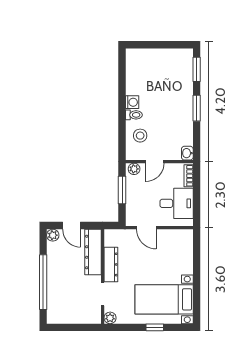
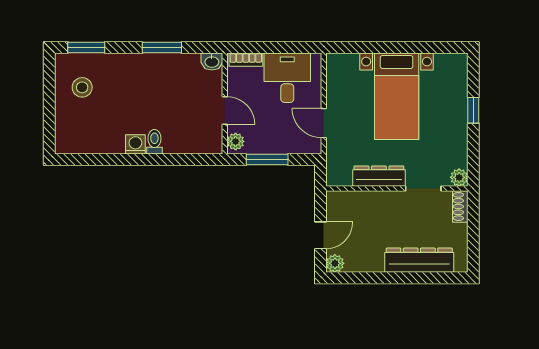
window: (197, 108) -> (162, 48), moved
stool: (140, 136) -> (82, 87), moved
door: (146, 228) -> (324, 123), swing flipped
dresser: (93, 252) -> (419, 260), moved, turned 180
window: (43, 282) -> (405, 278), removed
bed with nightstands: (164, 299) -> (397, 96), moved
shoe rack: (91, 319) -> (460, 207), added

